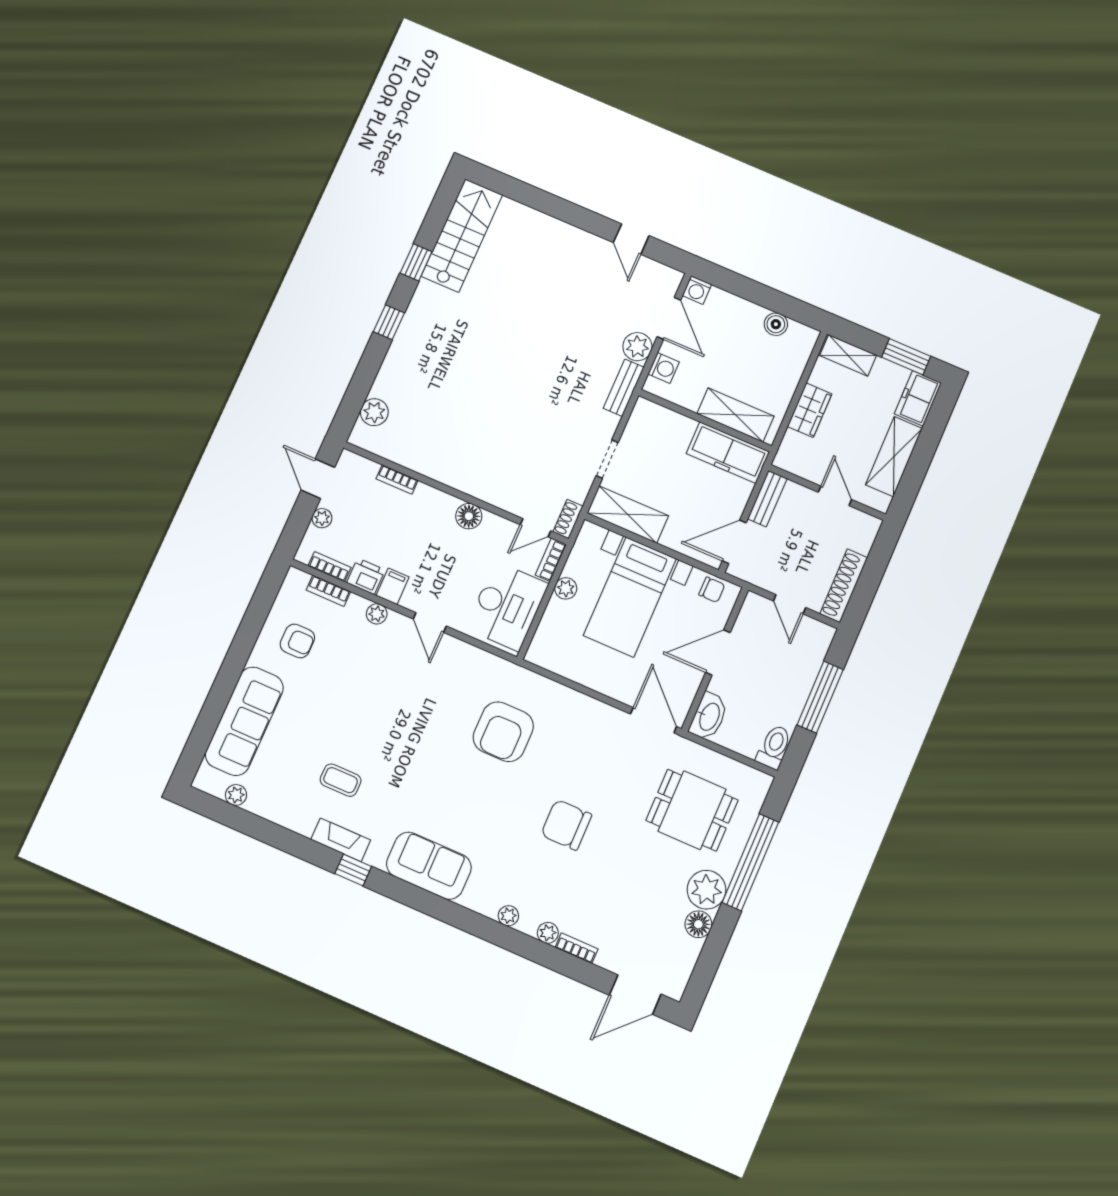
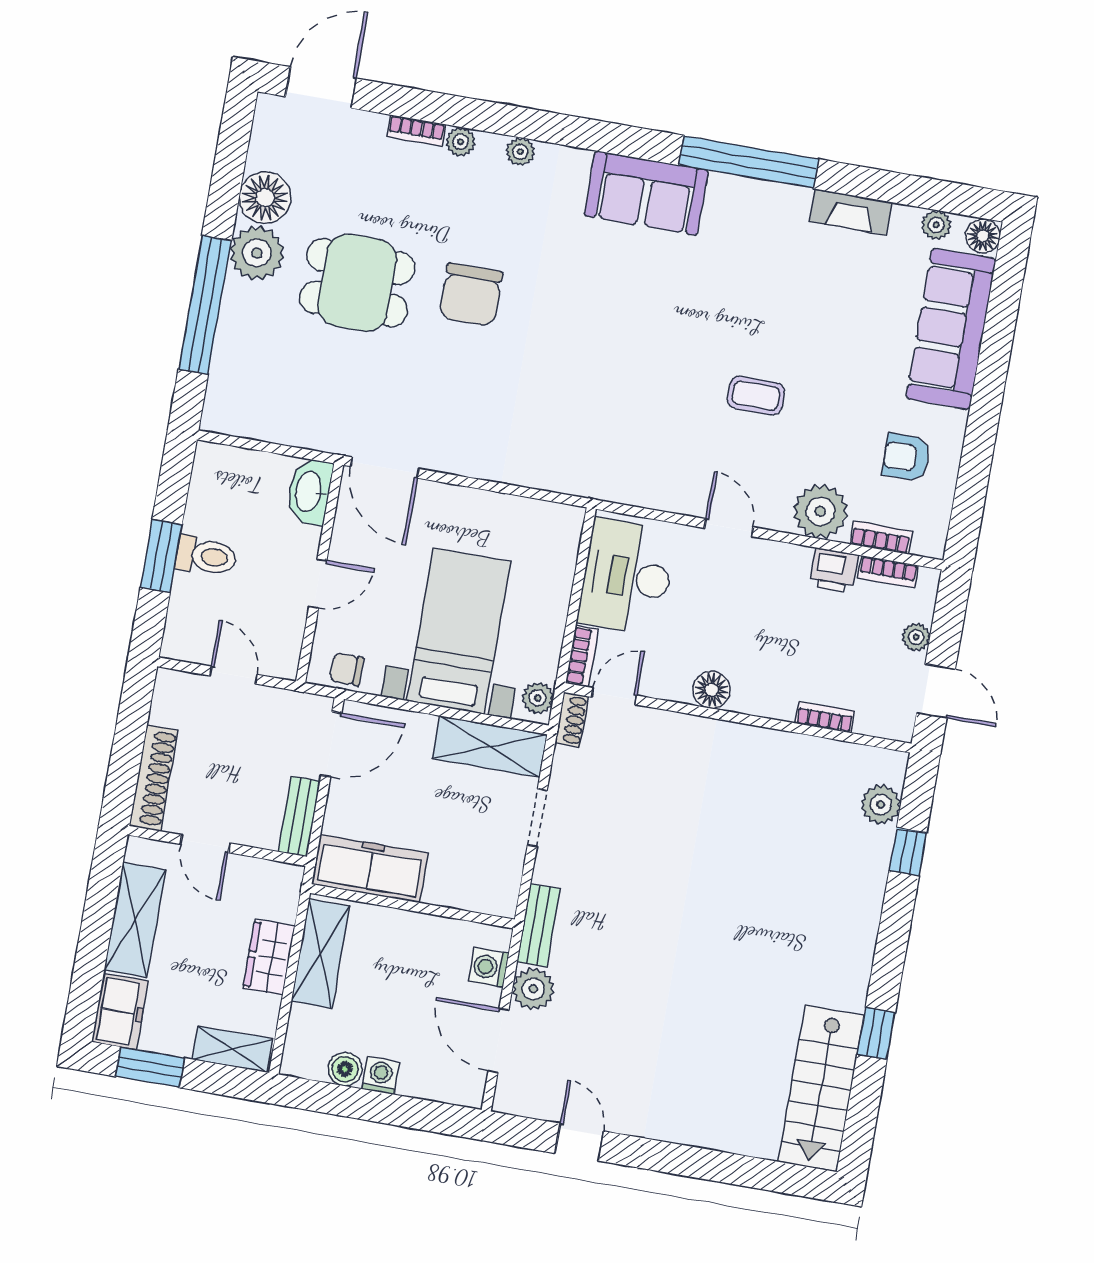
washing machine: (697, 290) -> (381, 1076), moved
window: (389, 322) -> (908, 852), moved
shelving: (735, 415) -> (320, 954), moved, turned 90
filing cabinet: (393, 586) -> (793, 566), removed
shoe rack: (844, 586) -> (154, 778), moved
plant: (566, 588) -> (538, 698), moved
plant: (377, 614) -> (820, 511), width x1.88, depth x1.88
door: (718, 652) -> (318, 584), width x0.73
window: (820, 697) -> (161, 556), width x0.69
armchair: (503, 732) -> (589, 401), removed
toilet: (774, 747) -> (206, 556), moved, turned -90
floor lamp: (206, 780) -> (983, 236), added
coffee table: (341, 780) -> (756, 396), moved
dining table: (692, 810) -> (357, 283), moved
chair: (566, 825) -> (471, 295), turned 90
fireplace: (341, 840) -> (851, 212), moved
window: (353, 870) -> (749, 162), width x3.17
floor lamp: (698, 924) -> (265, 198), width x1.38, depth x1.38

